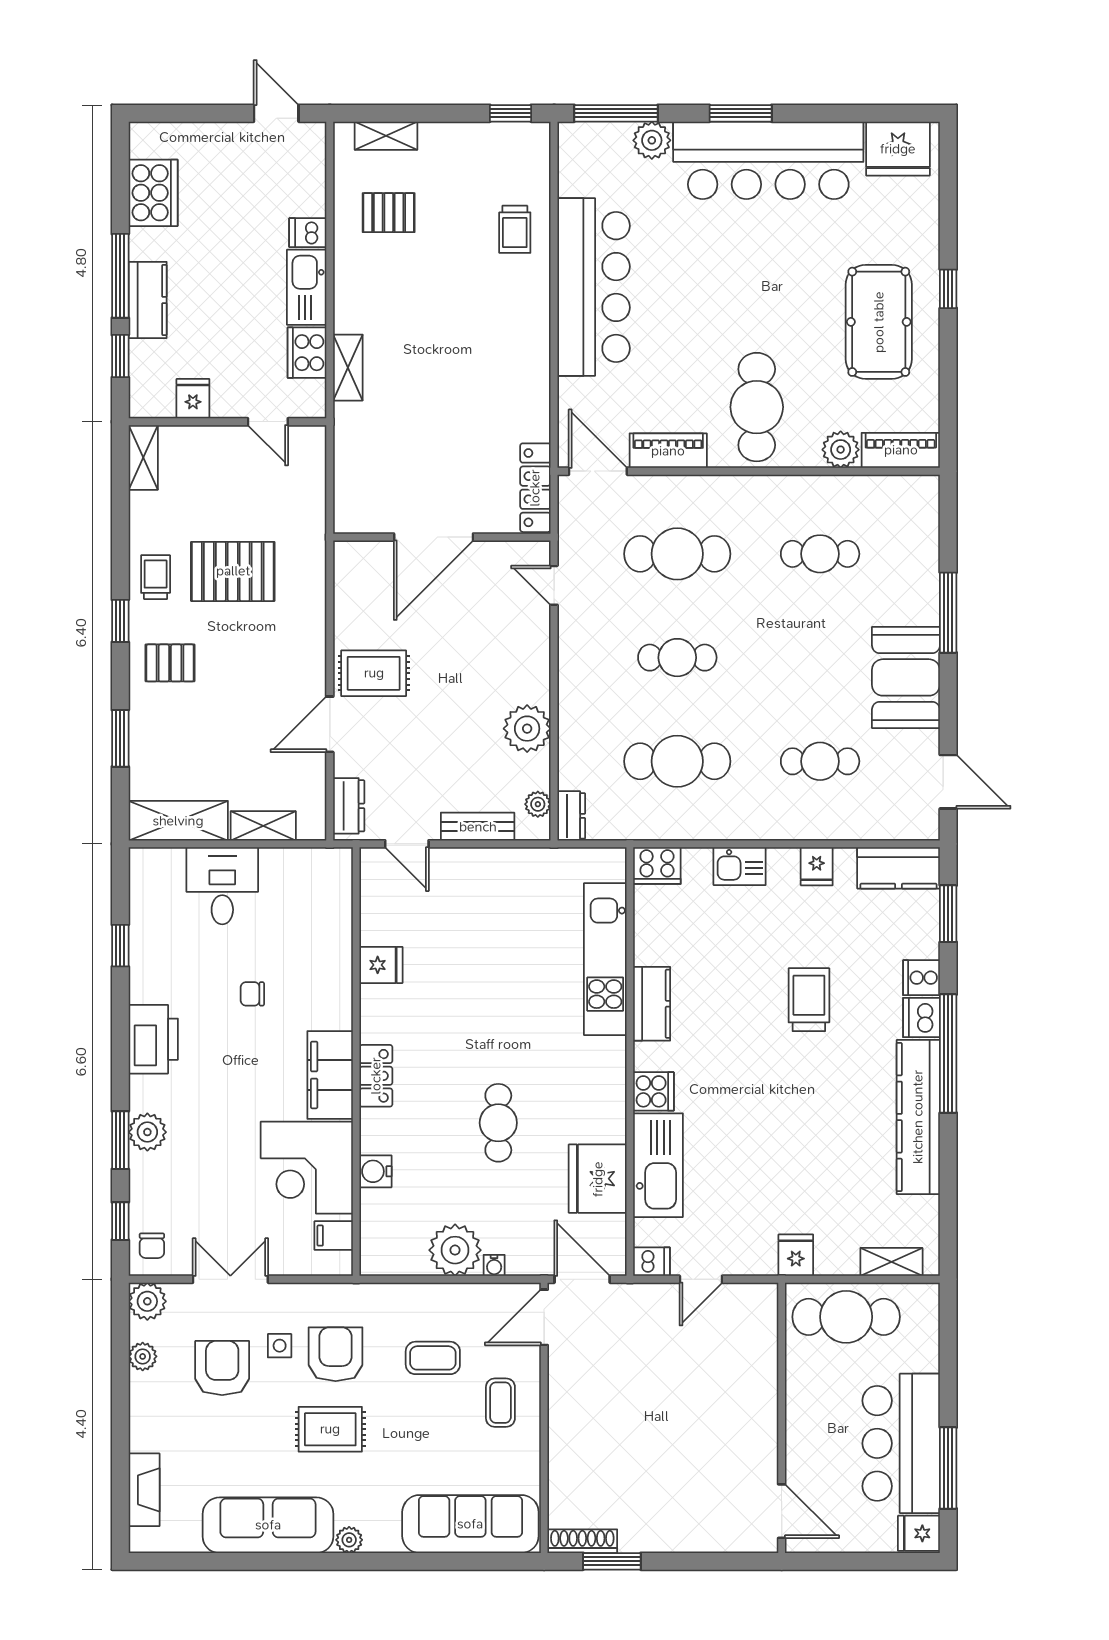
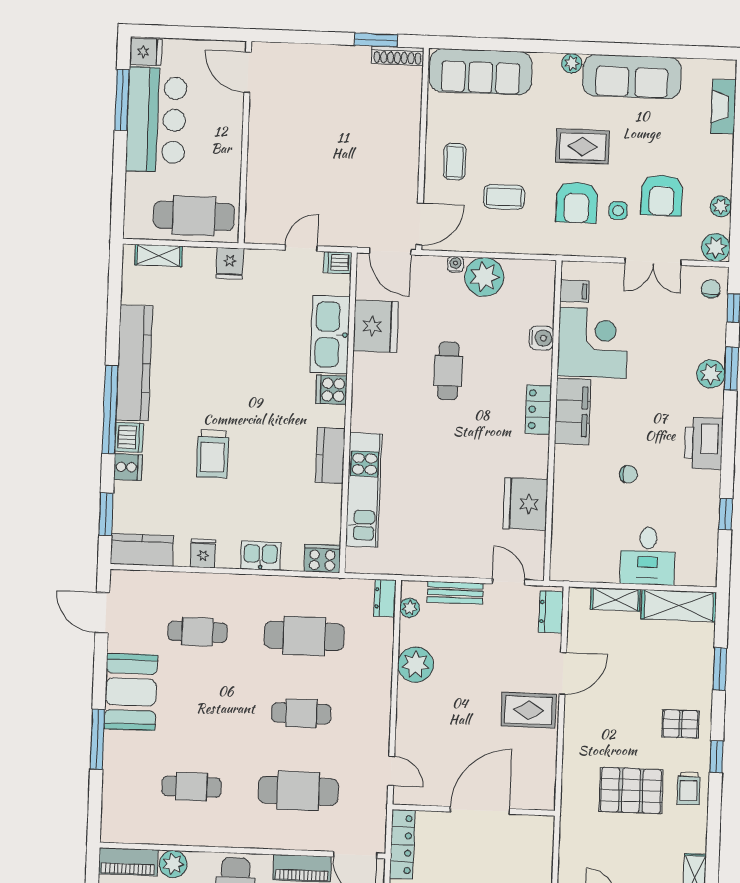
fridge: (381, 965) -> (525, 504), width x1.88, depth x1.34

